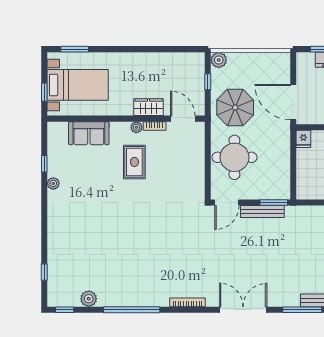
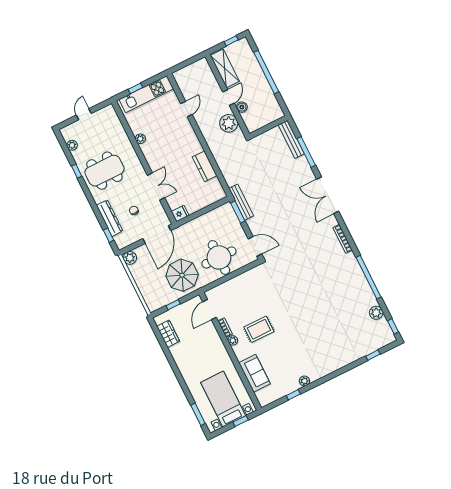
plant: (219, 60) -> (130, 258), moved
wardrobe: (149, 107) -> (168, 334), moved, turned 180
bench: (262, 212) -> (241, 202), moved

